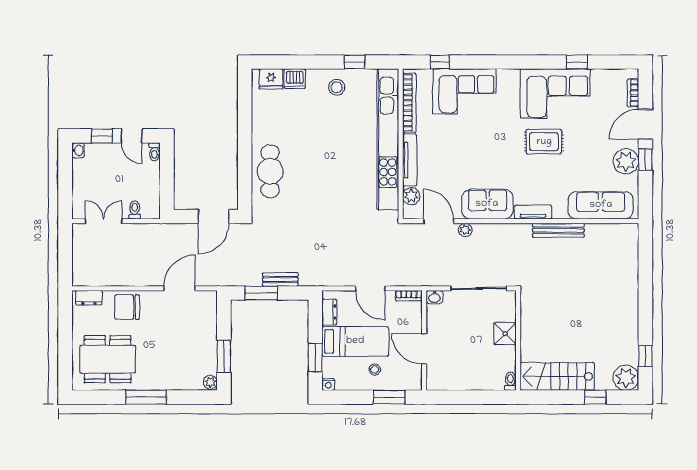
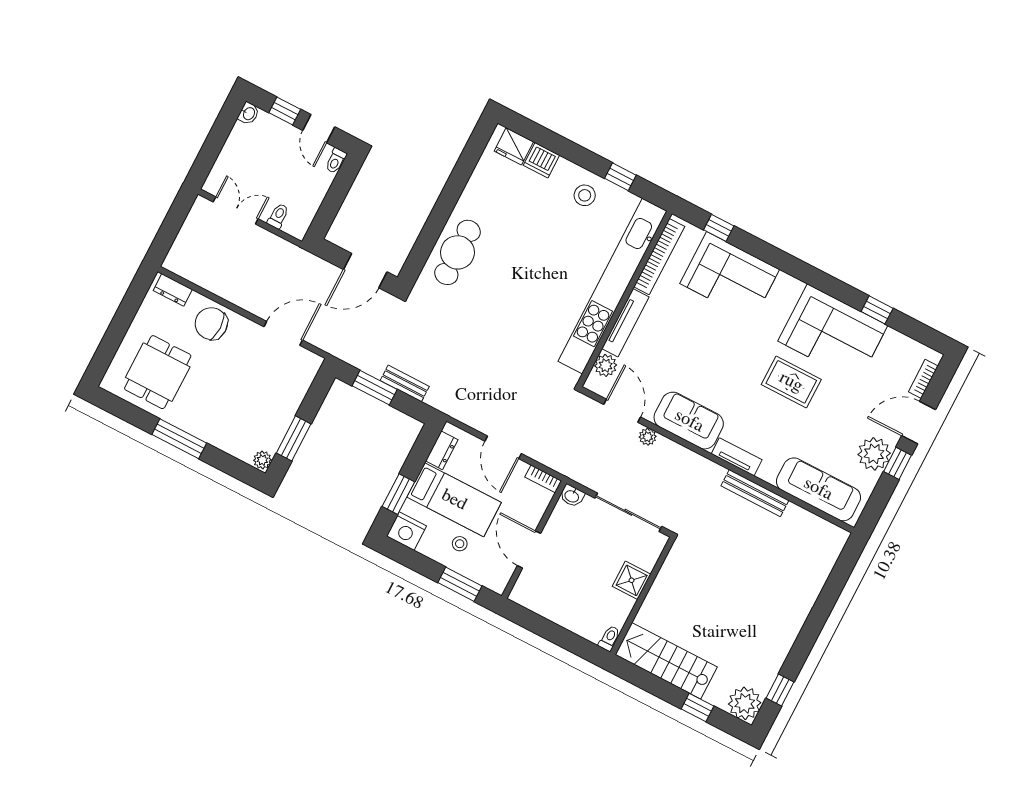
dining table: (108, 359) -> (158, 372), width x0.73
nightstand: (328, 384) -> (407, 531), width x1.89, depth x1.79

